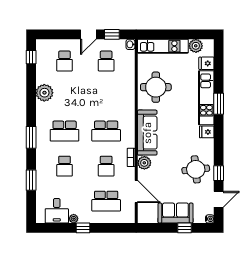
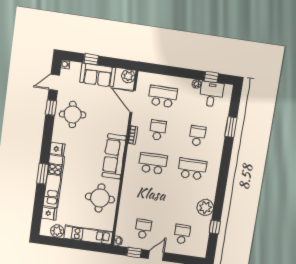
window: (31, 57) -> (215, 227), moved
window: (31, 137) -> (224, 167), removed
plant: (144, 163) -> (128, 76), moved
window: (83, 228) -> (211, 77), moved

